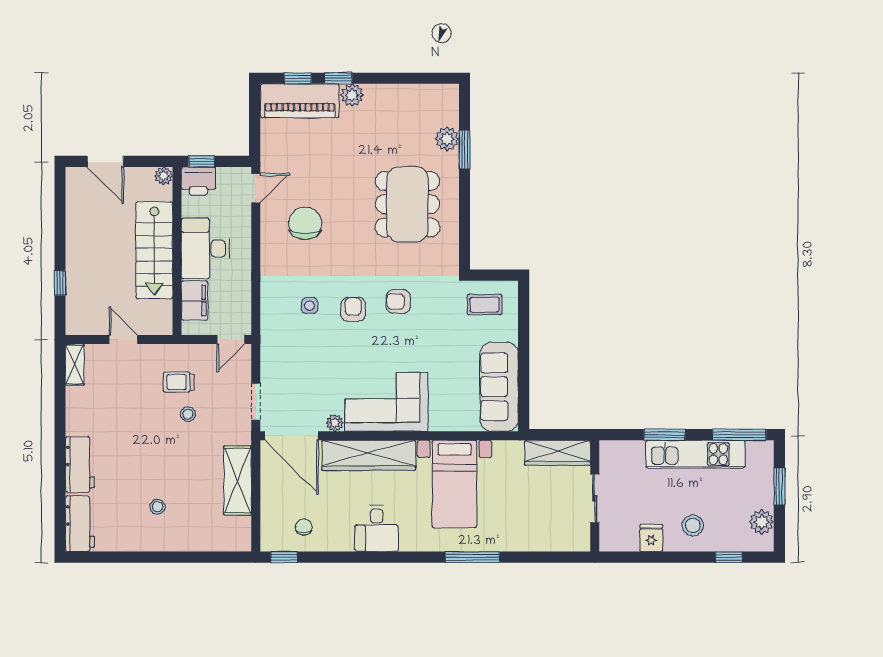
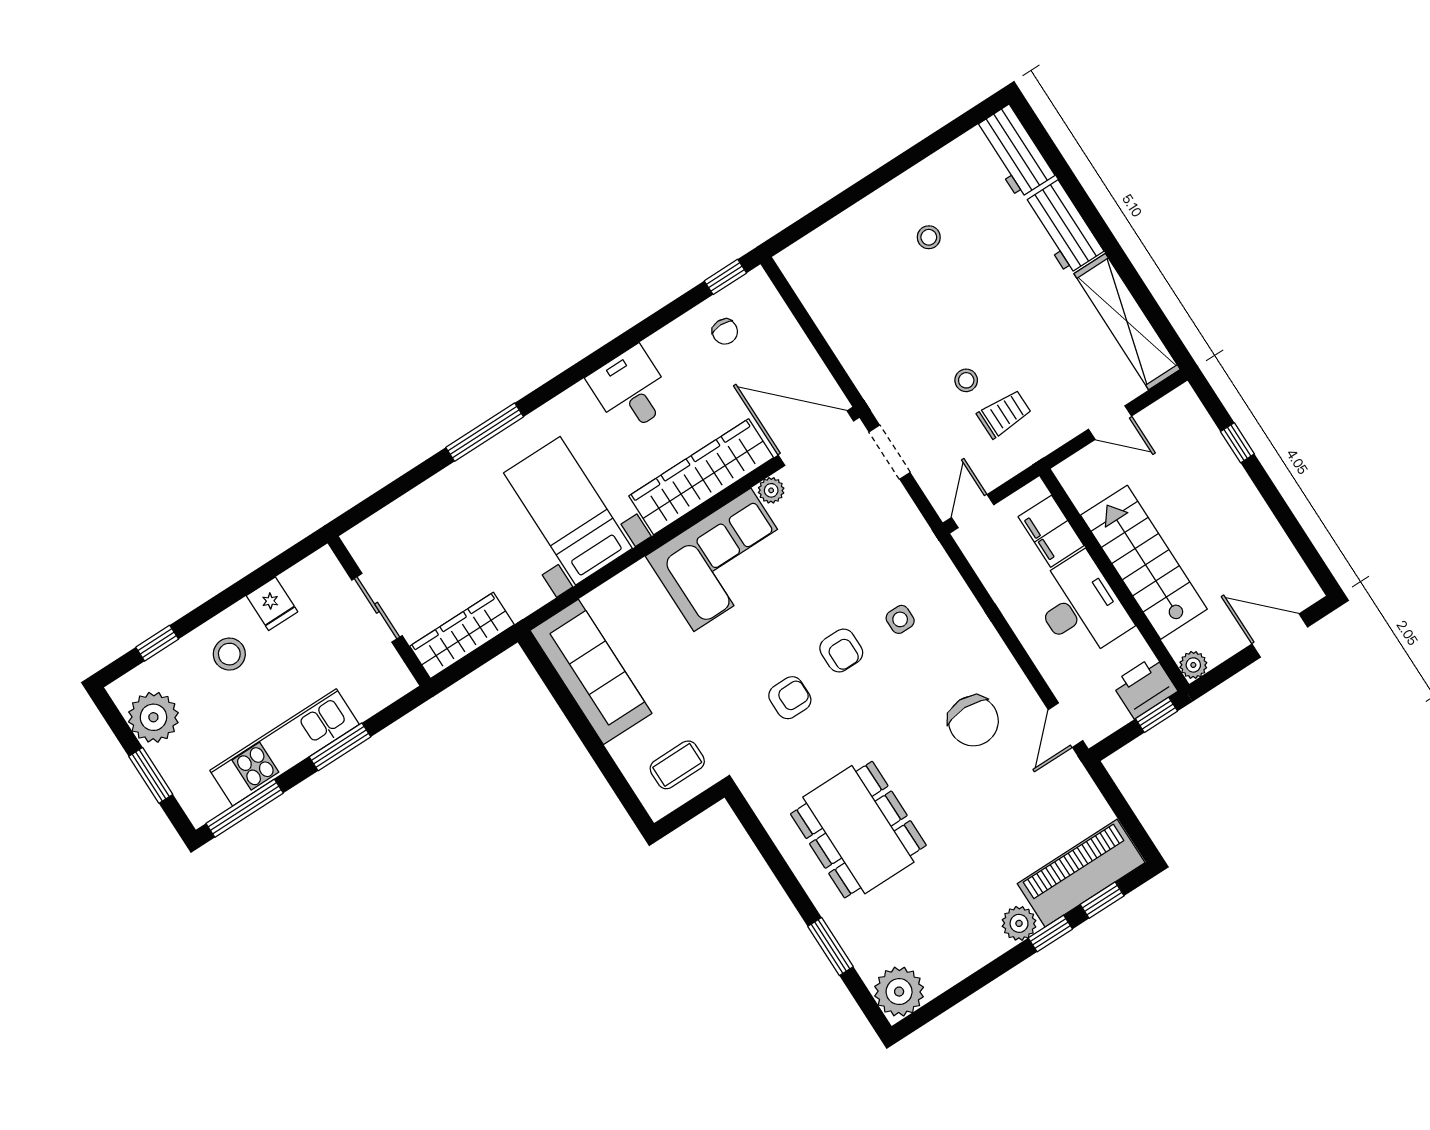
plant: (447, 139) -> (899, 992), moved, width x1.36, depth x1.36
shelving: (75, 365) -> (1127, 322), width x2.20, depth x1.33
shelving: (237, 480) -> (848, 337), removed
plant: (762, 522) -> (153, 717), width x1.36, depth x1.36

